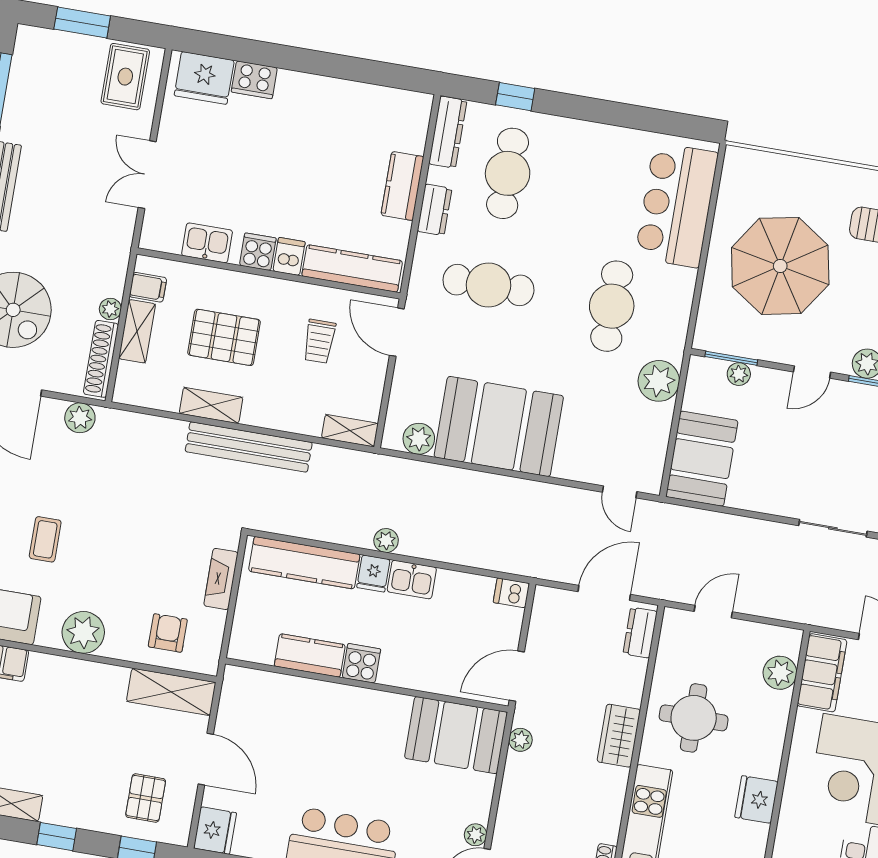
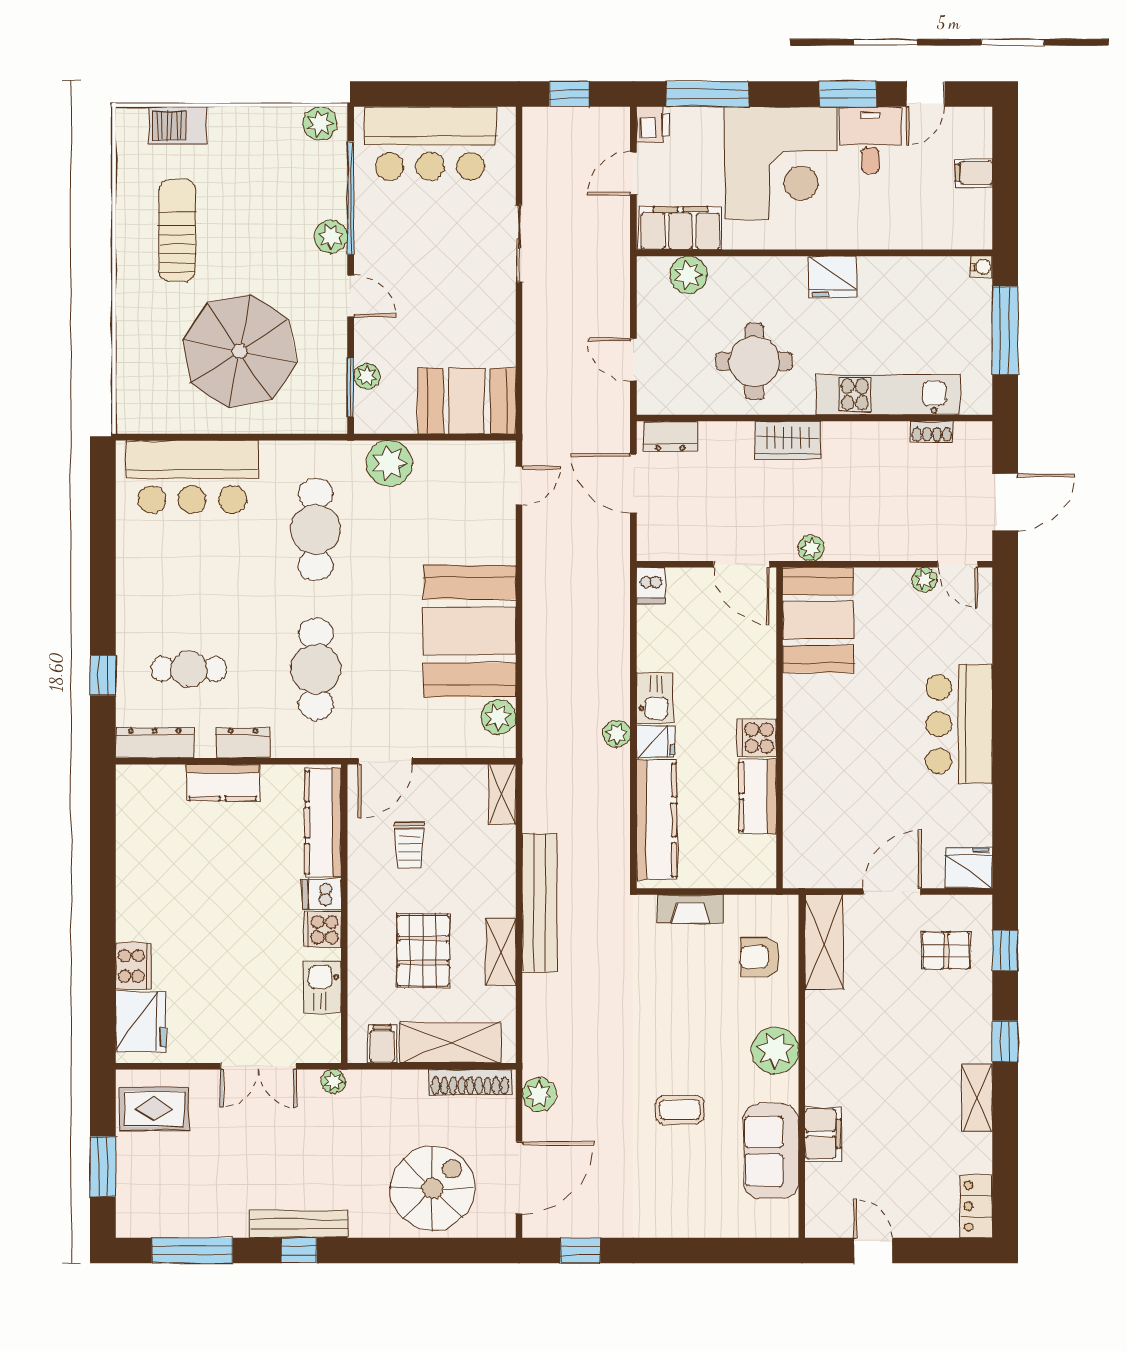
cafe table: (508, 173) -> (189, 669), width x0.73, depth x0.74
cafe table: (612, 306) -> (316, 529), turned 90
plant: (110, 309) -> (333, 1081), moved
shelving: (137, 331) -> (450, 1043), width x1.50, depth x1.33
trolley: (319, 341) -> (410, 845), turned 90

